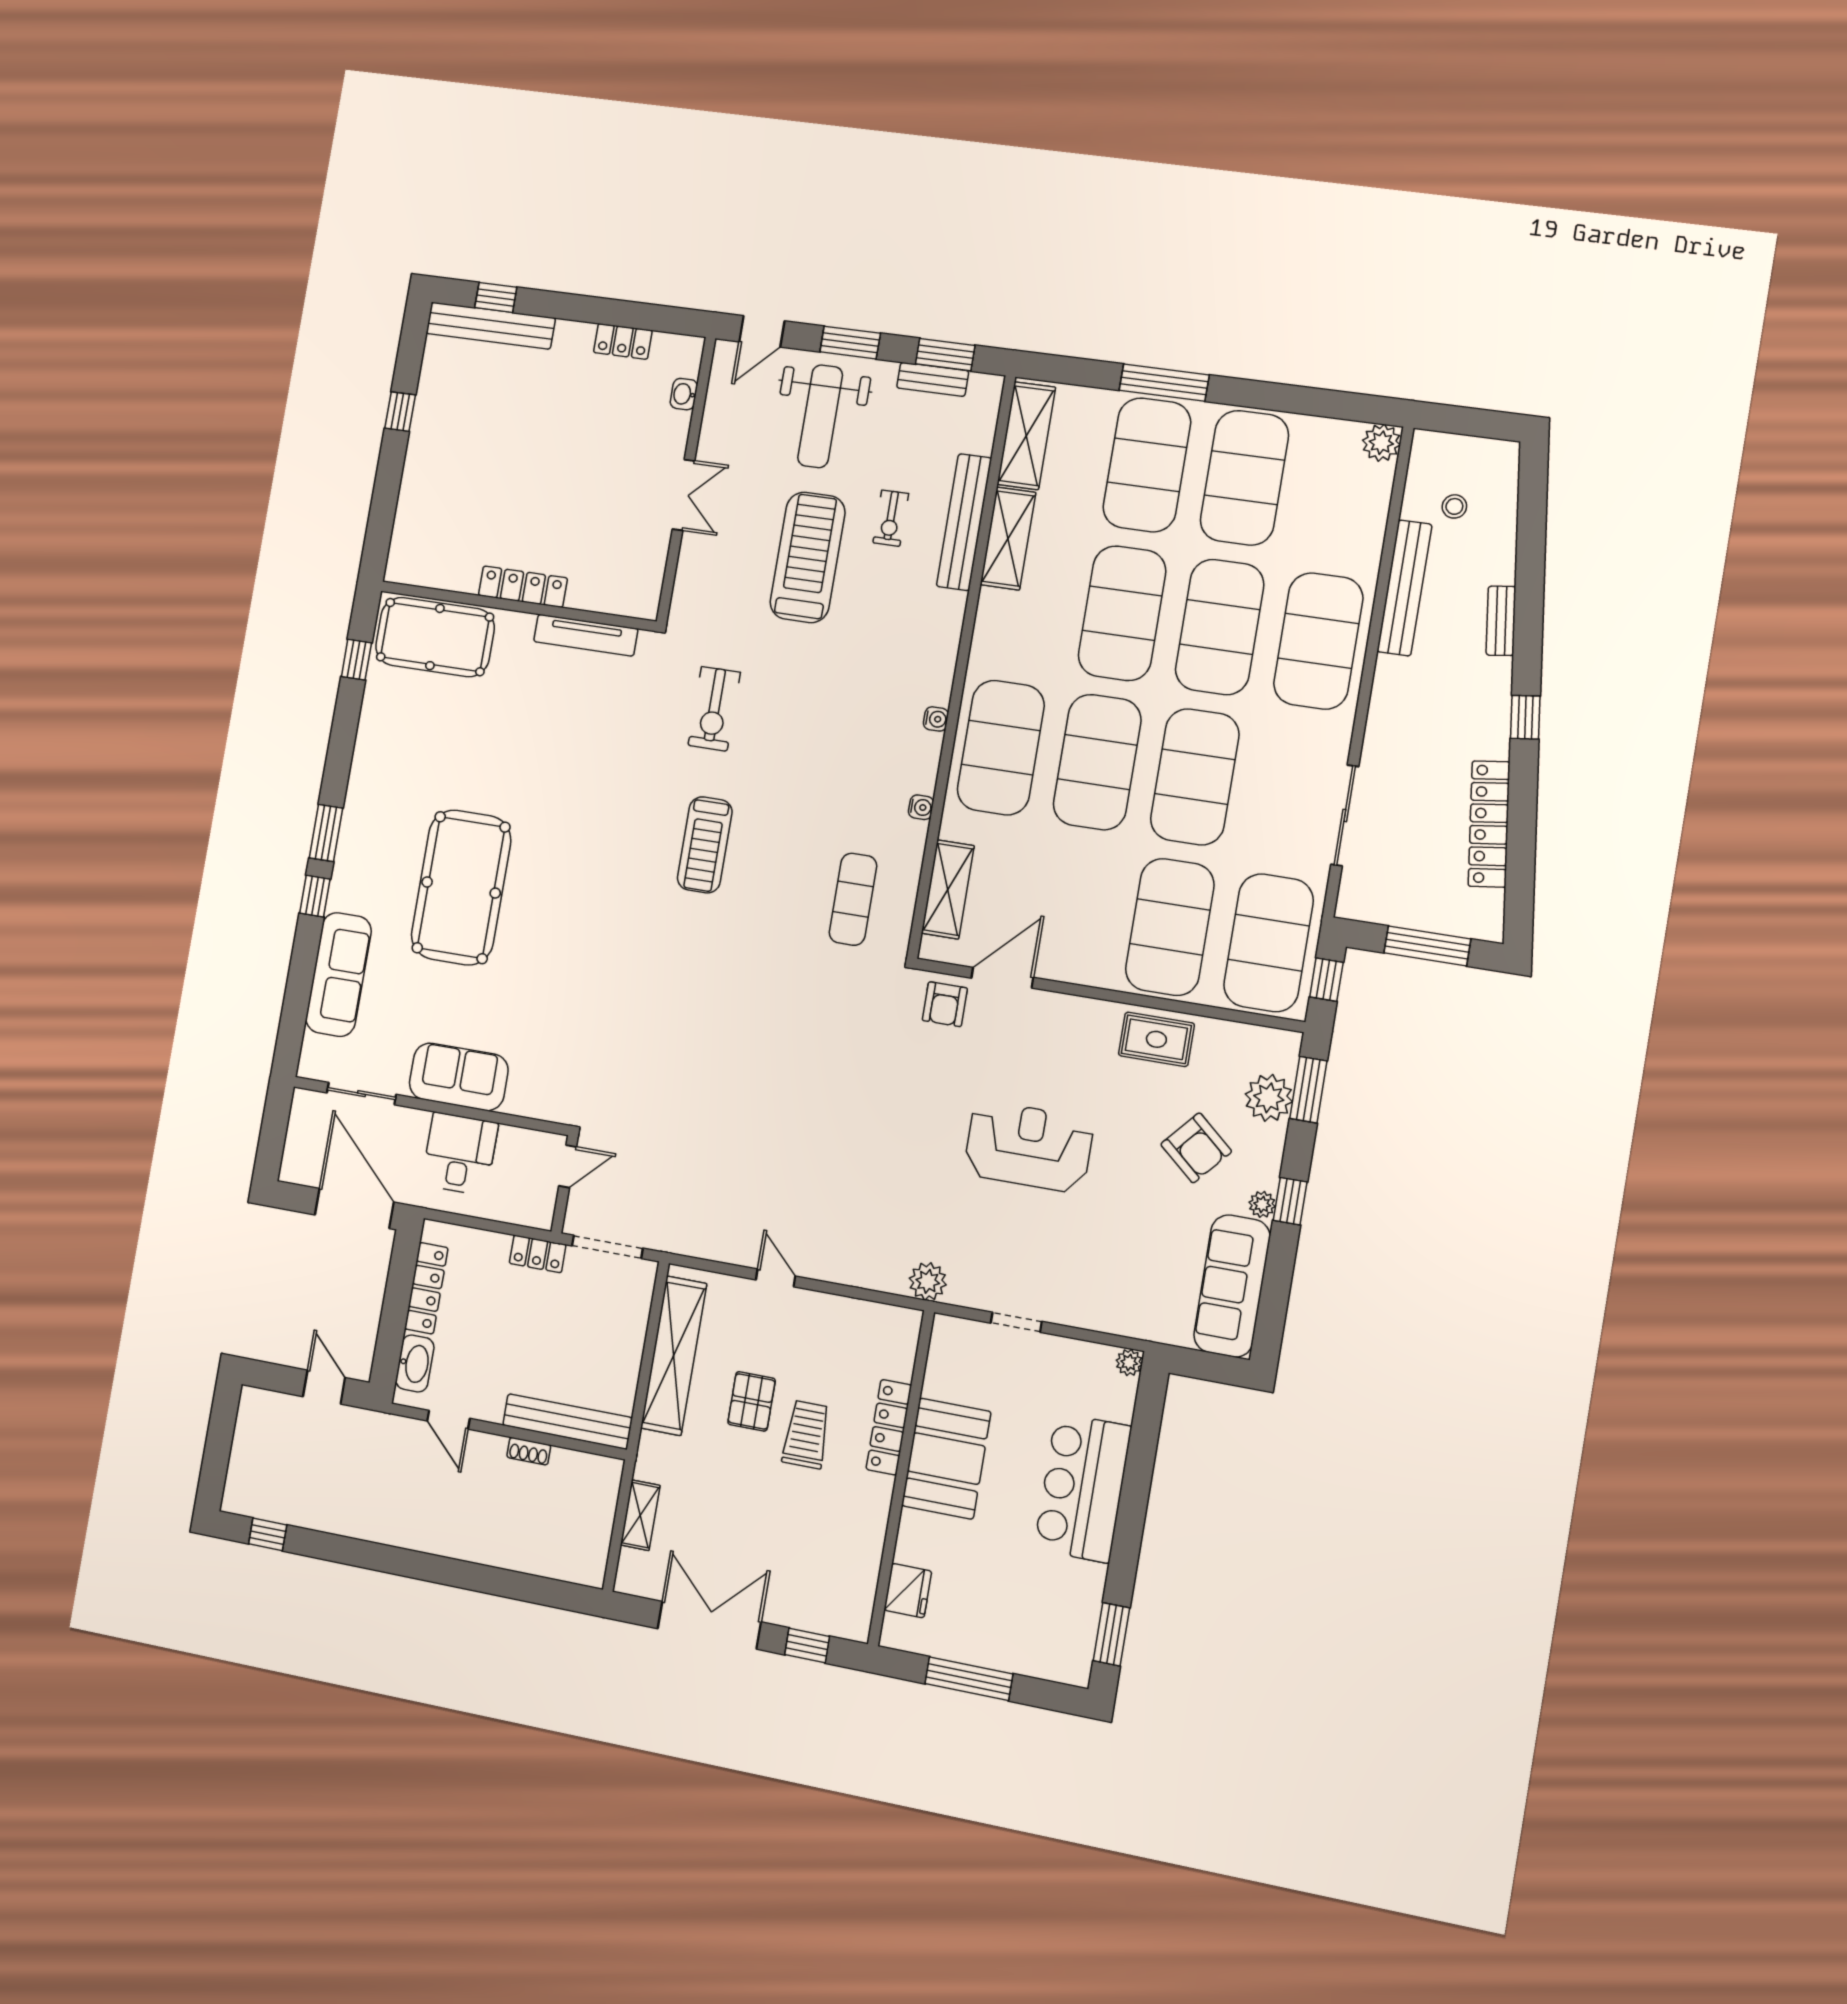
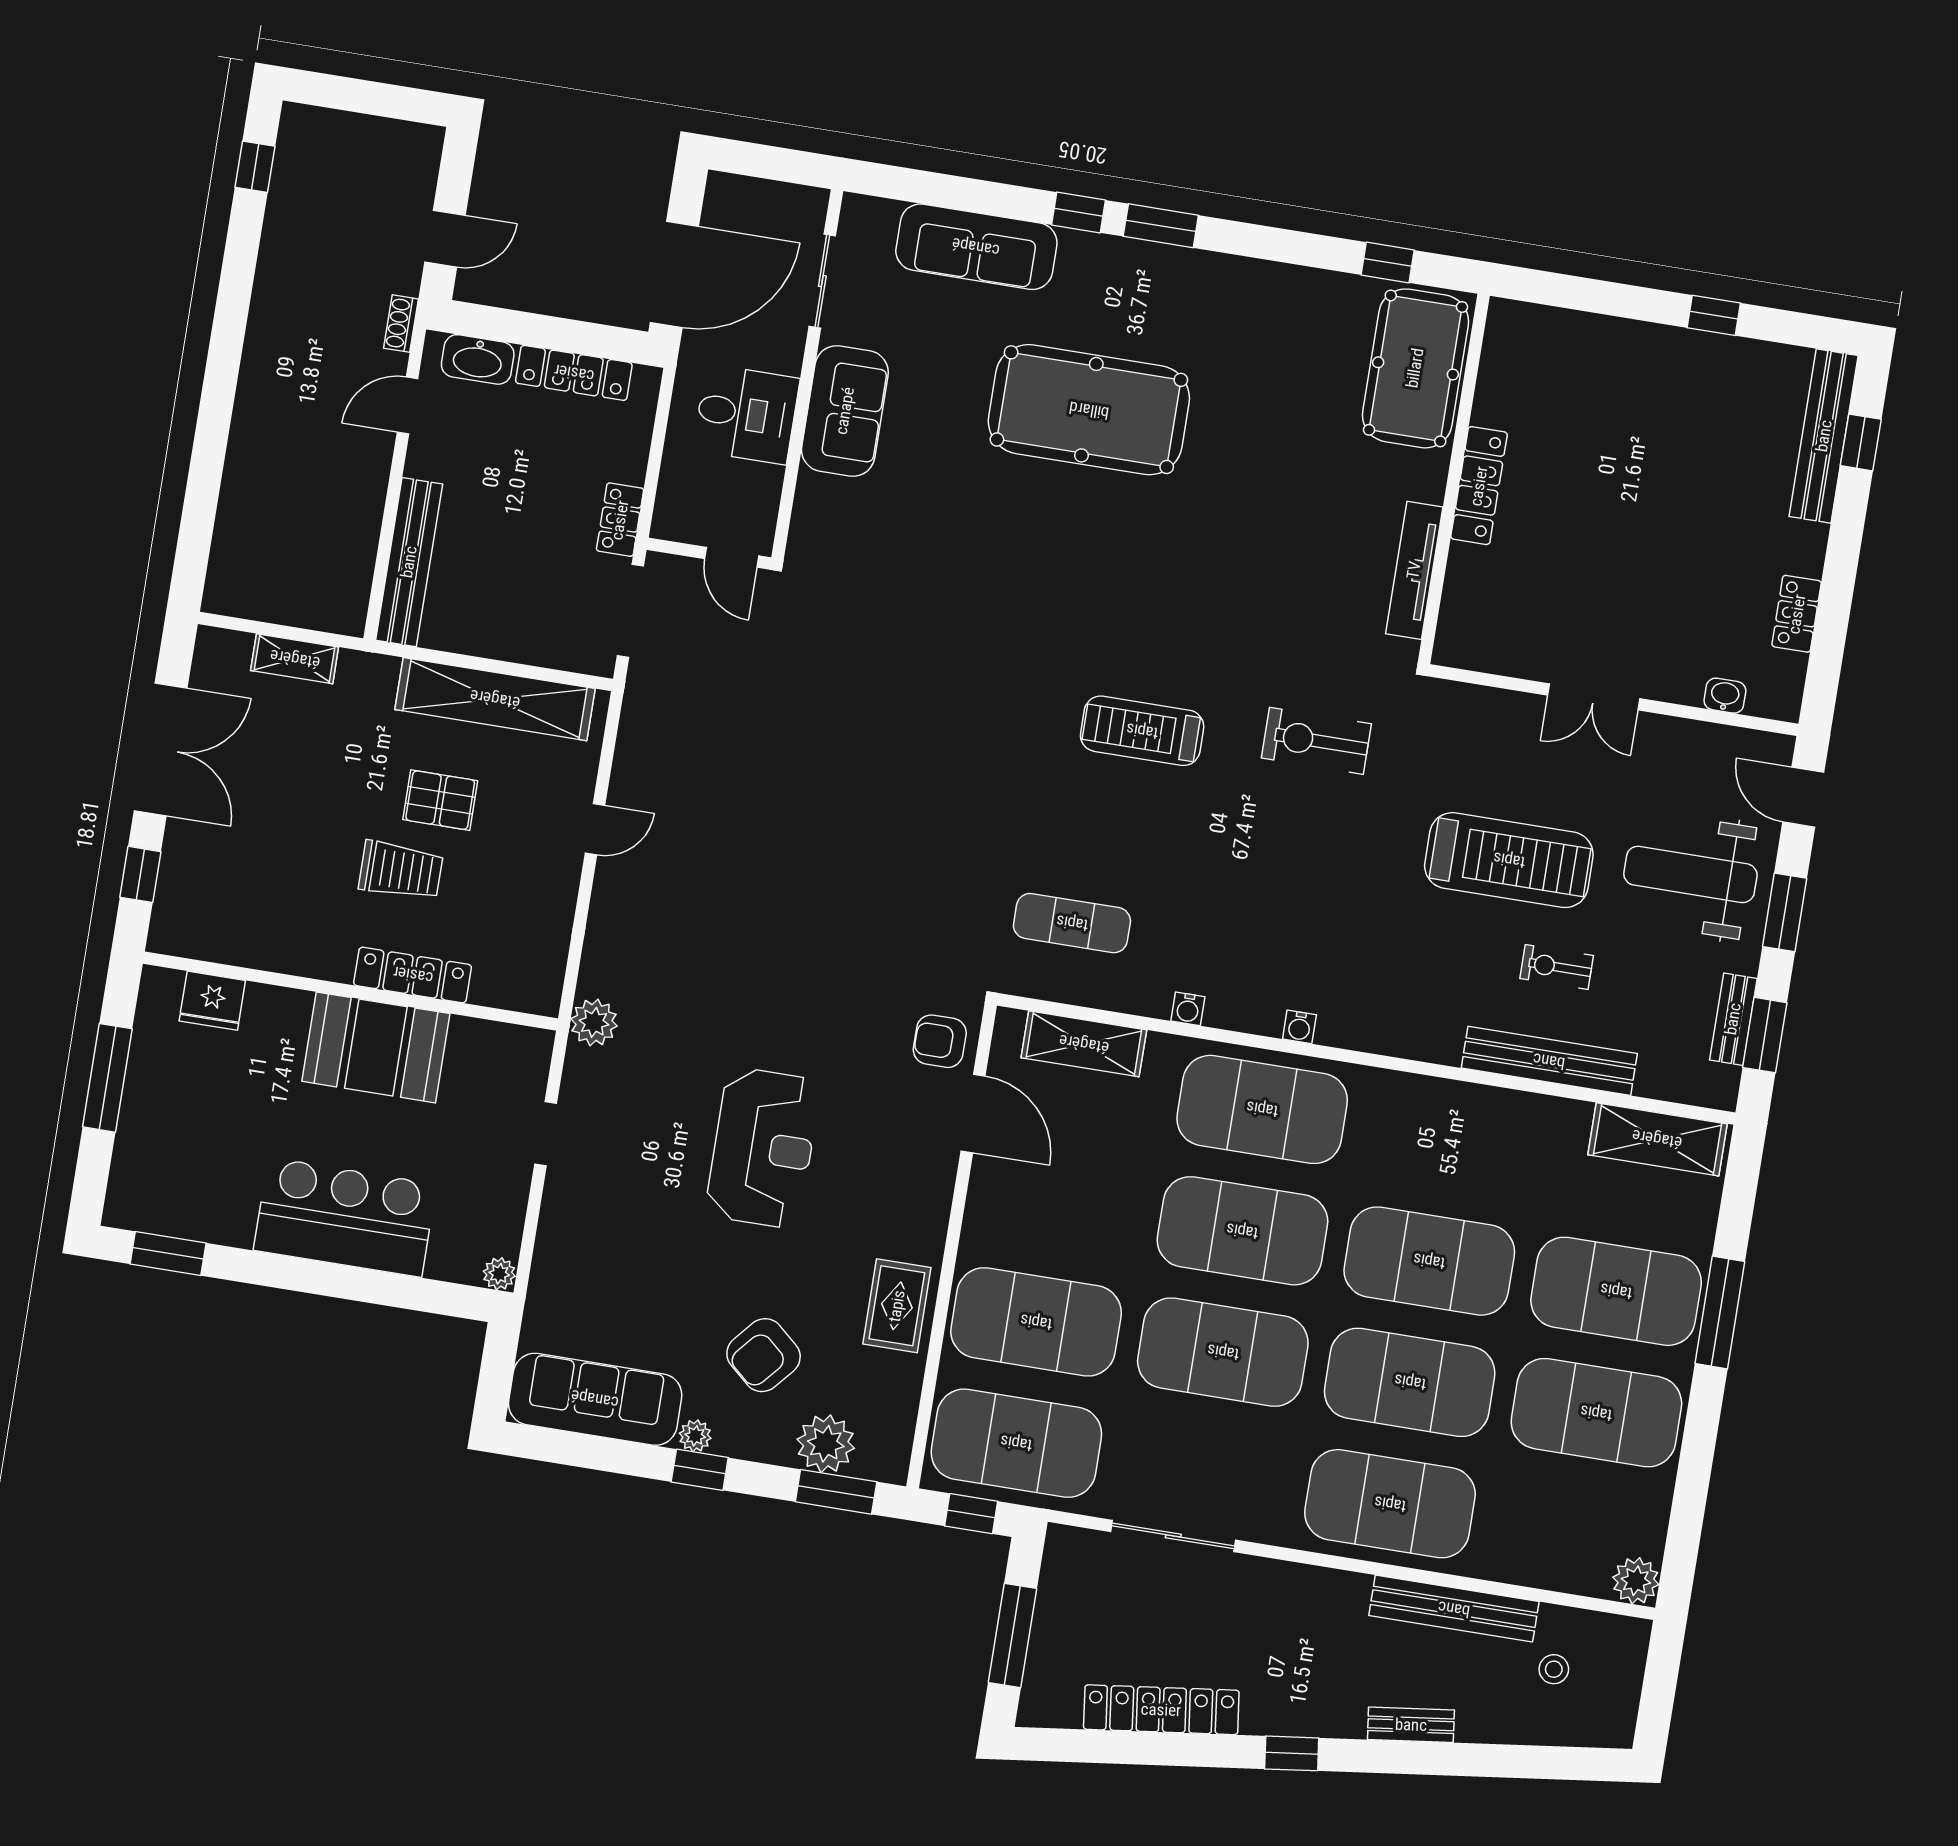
shelving: (1008, 539) -> (1527, 1117), removed
shoe rack: (529, 1451) -> (401, 324), moved

